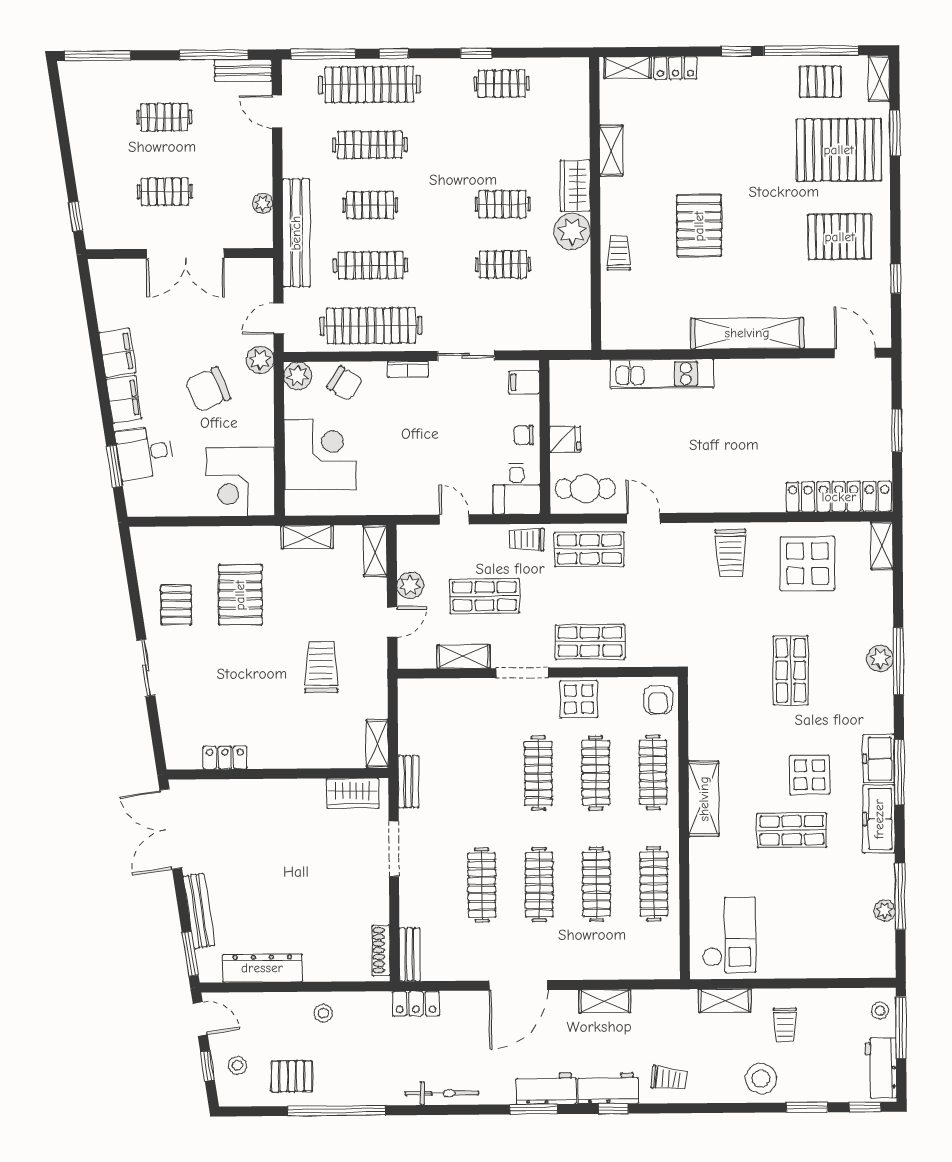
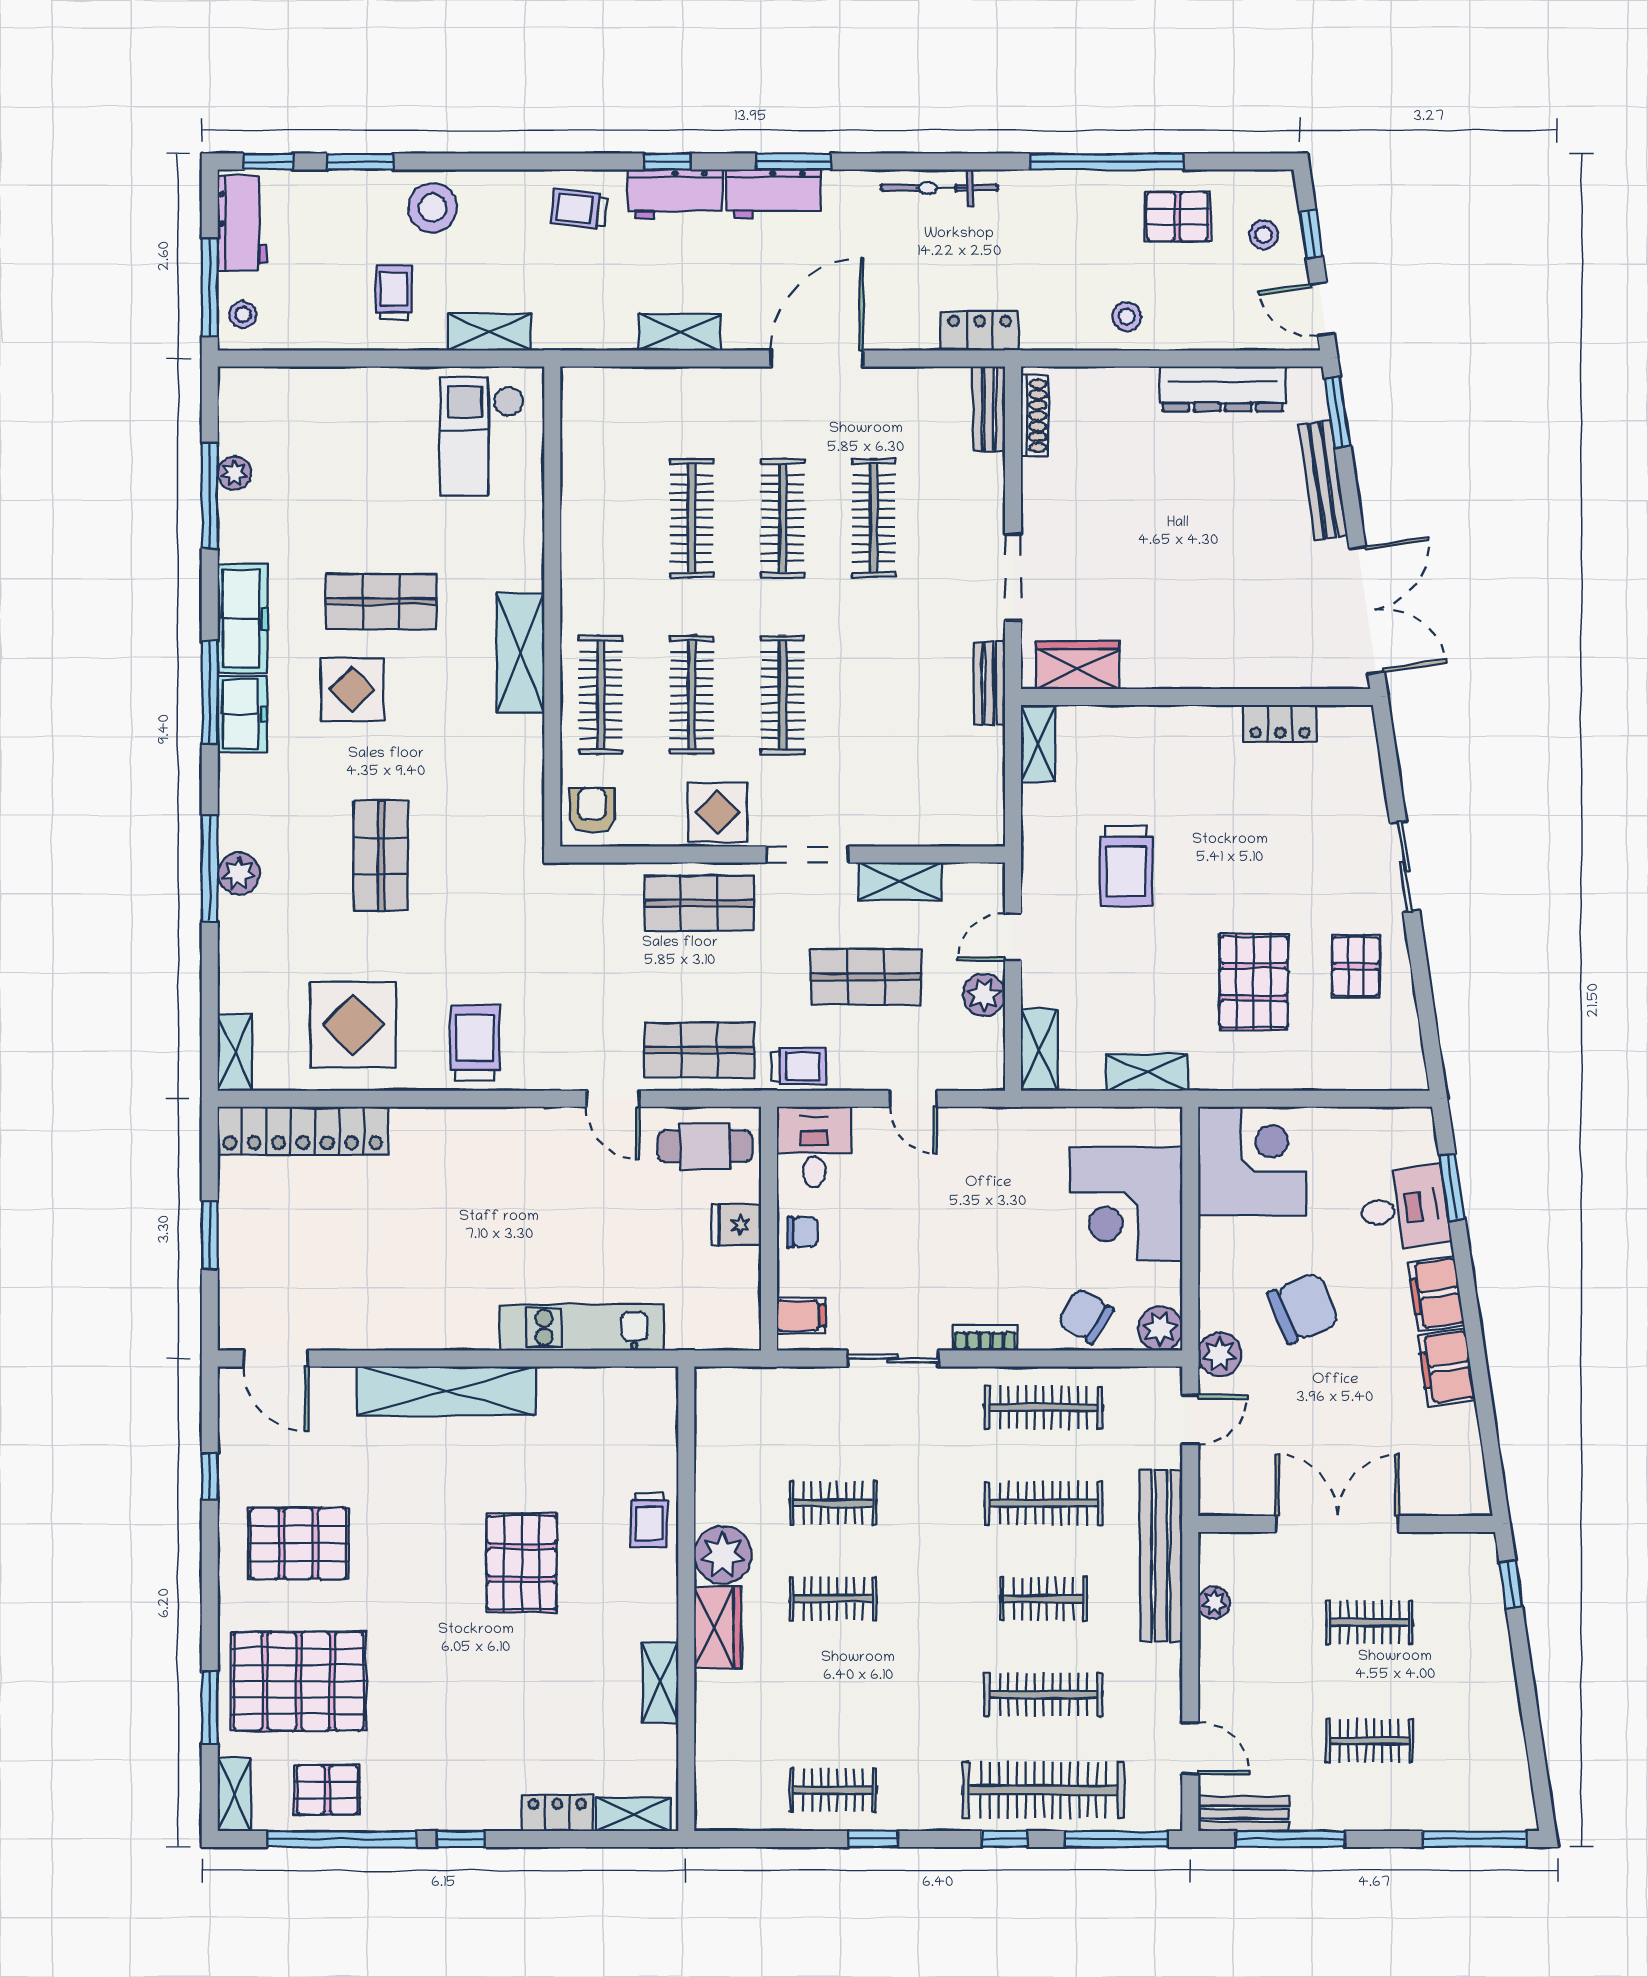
clothes rail: (371, 326) -> (1043, 1407), width x0.73, depth x0.76
clothes rail: (654, 884) -> (601, 518), removed

